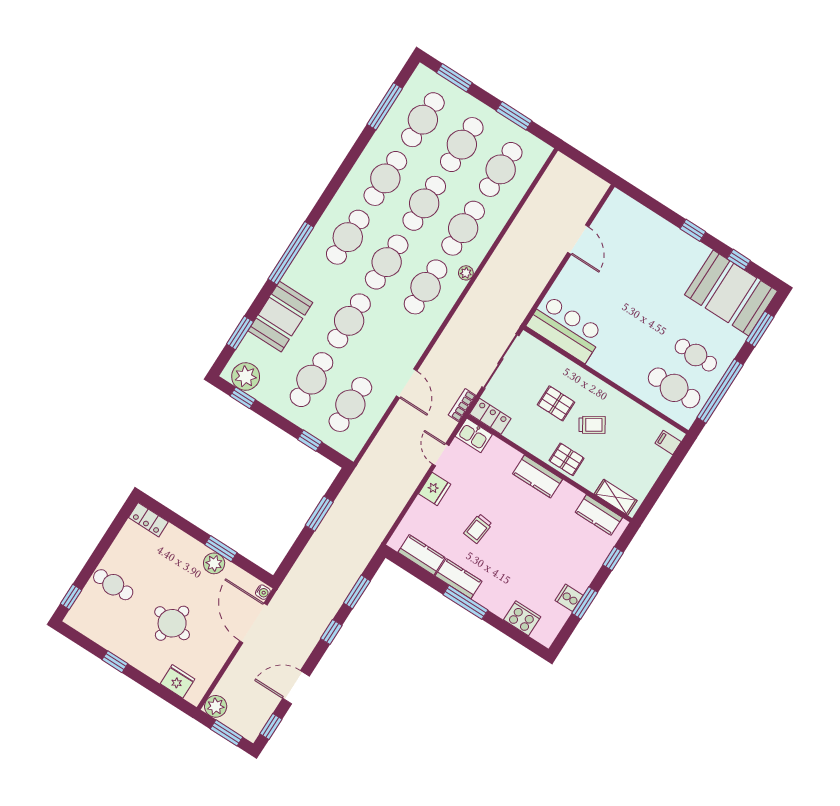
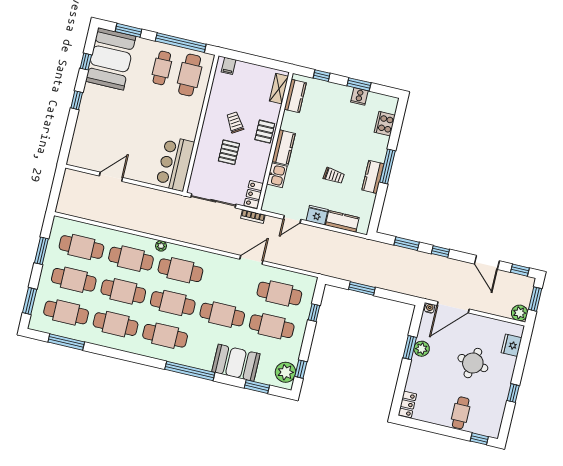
kitchen sink: (474, 435) -> (277, 175), moved
kitchen counter: (422, 555) -> (342, 221), moved, turned 90

